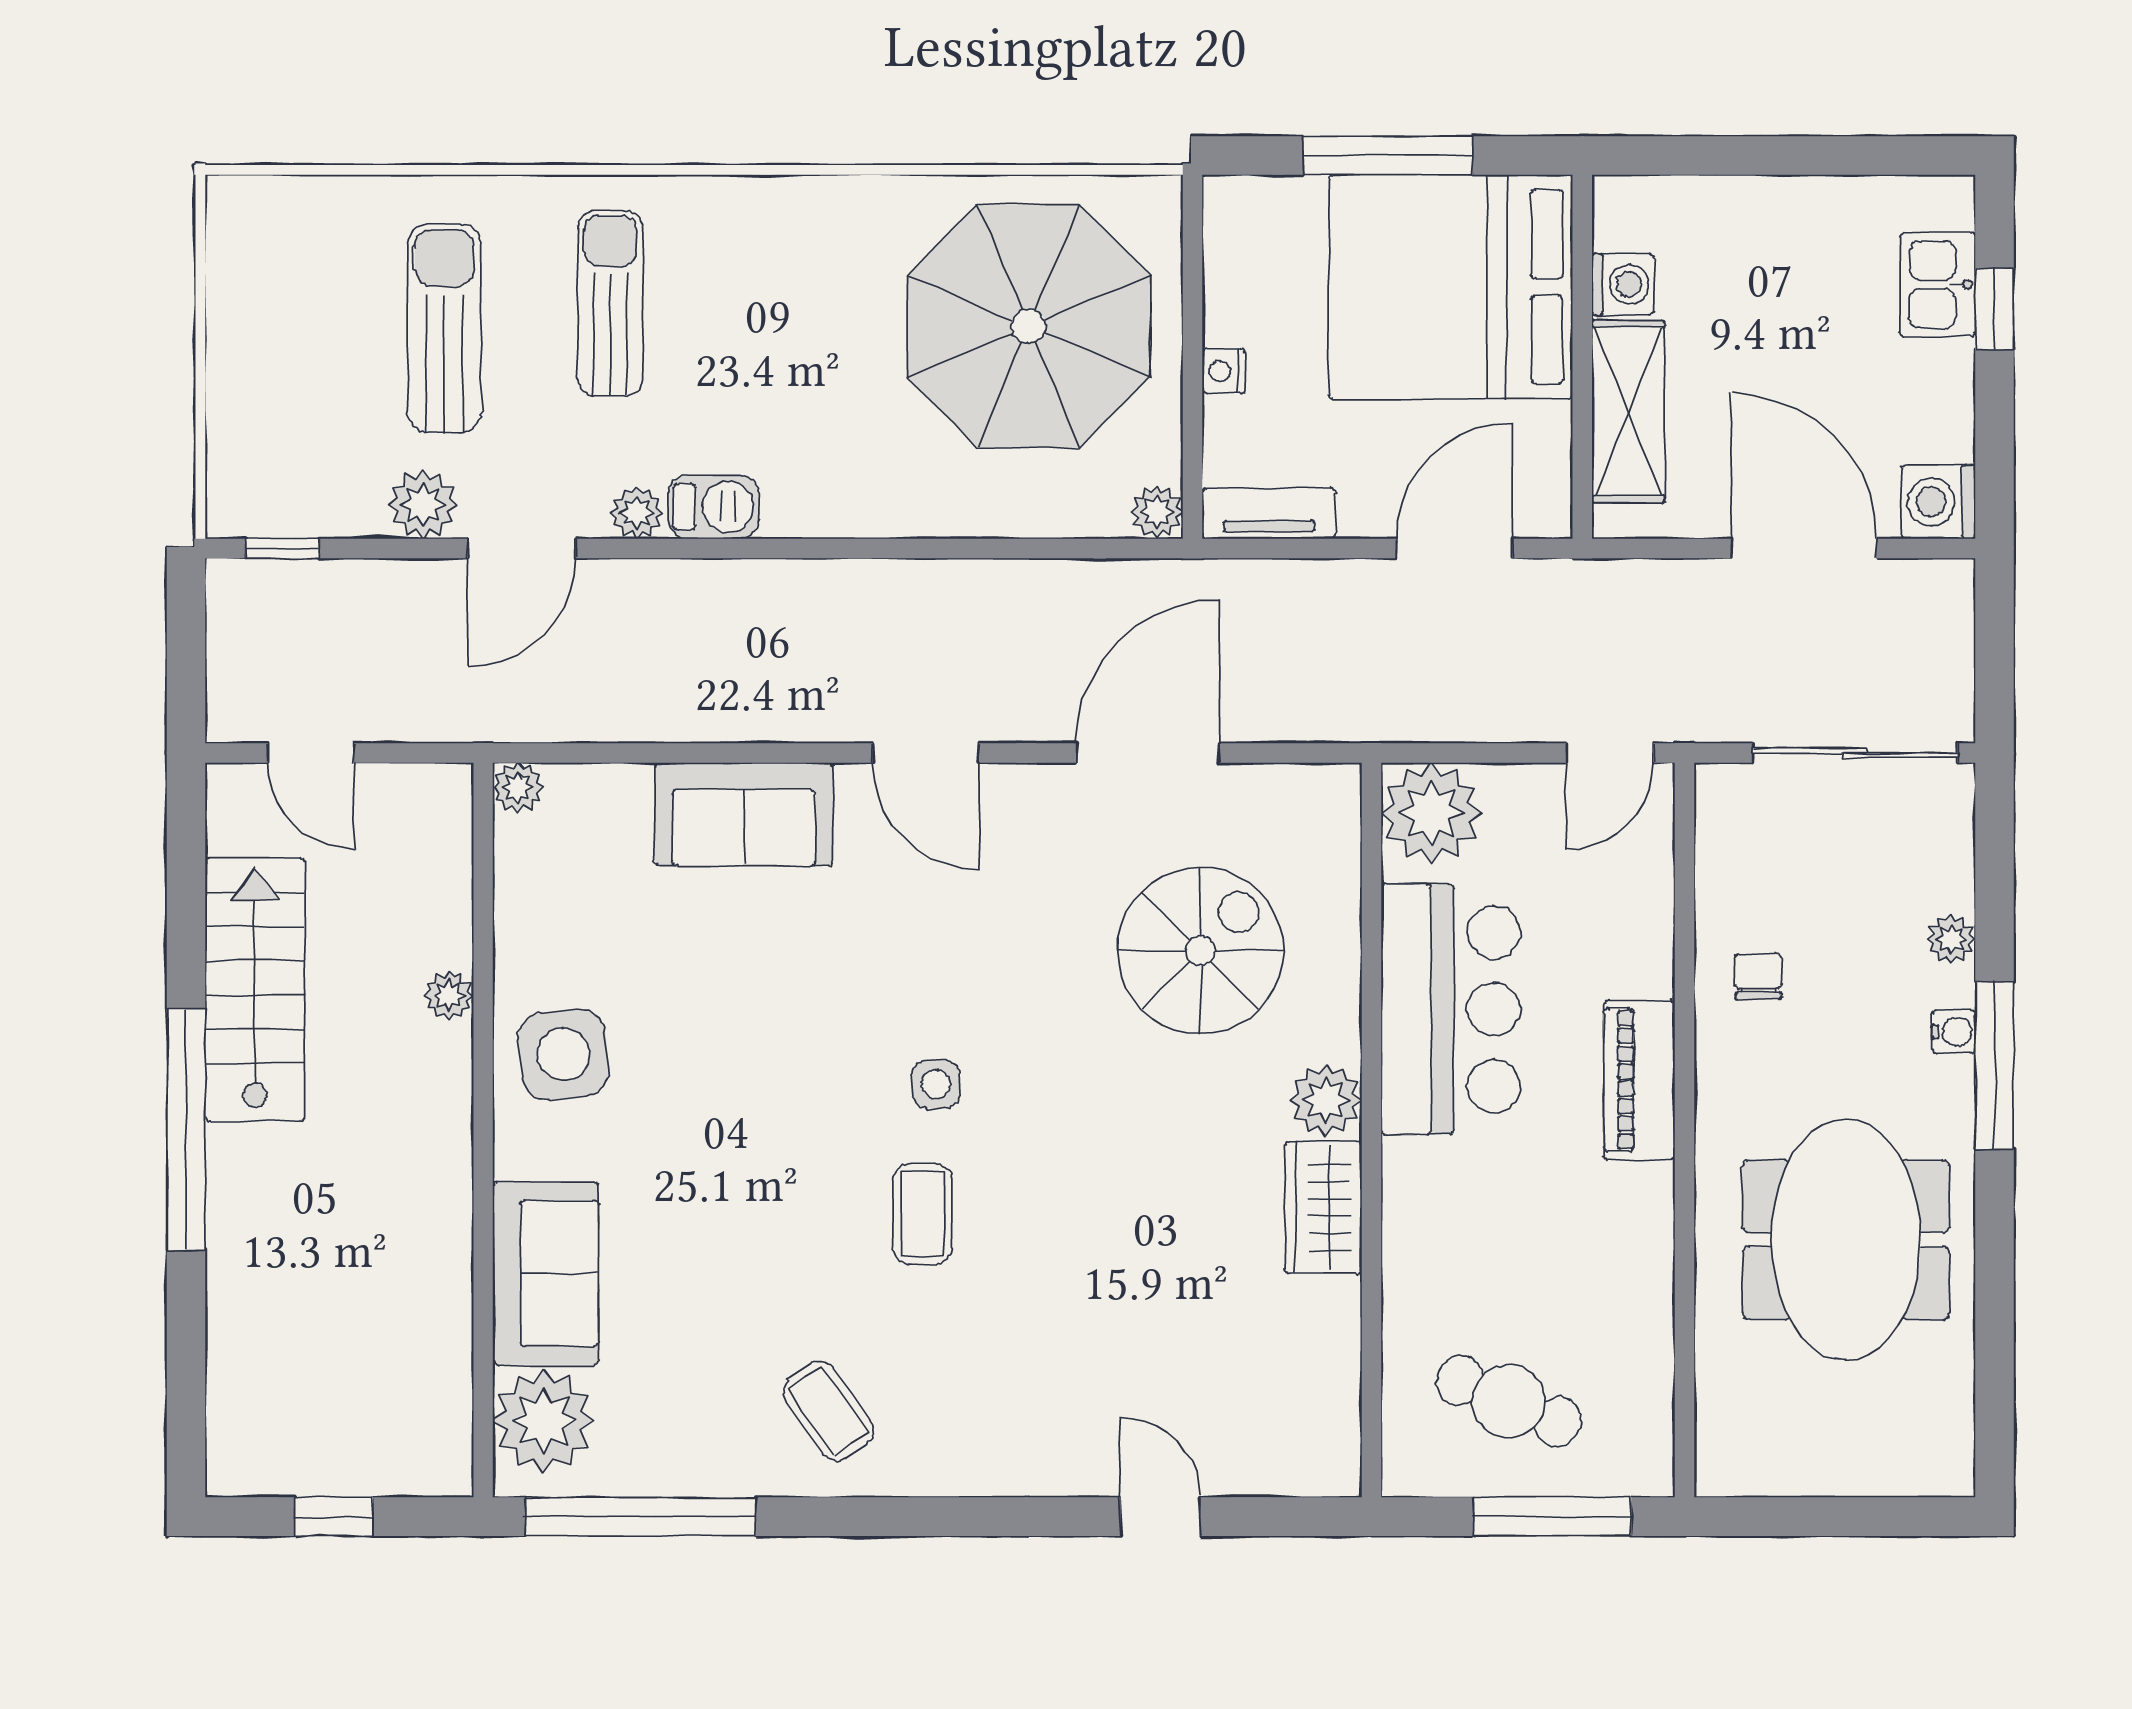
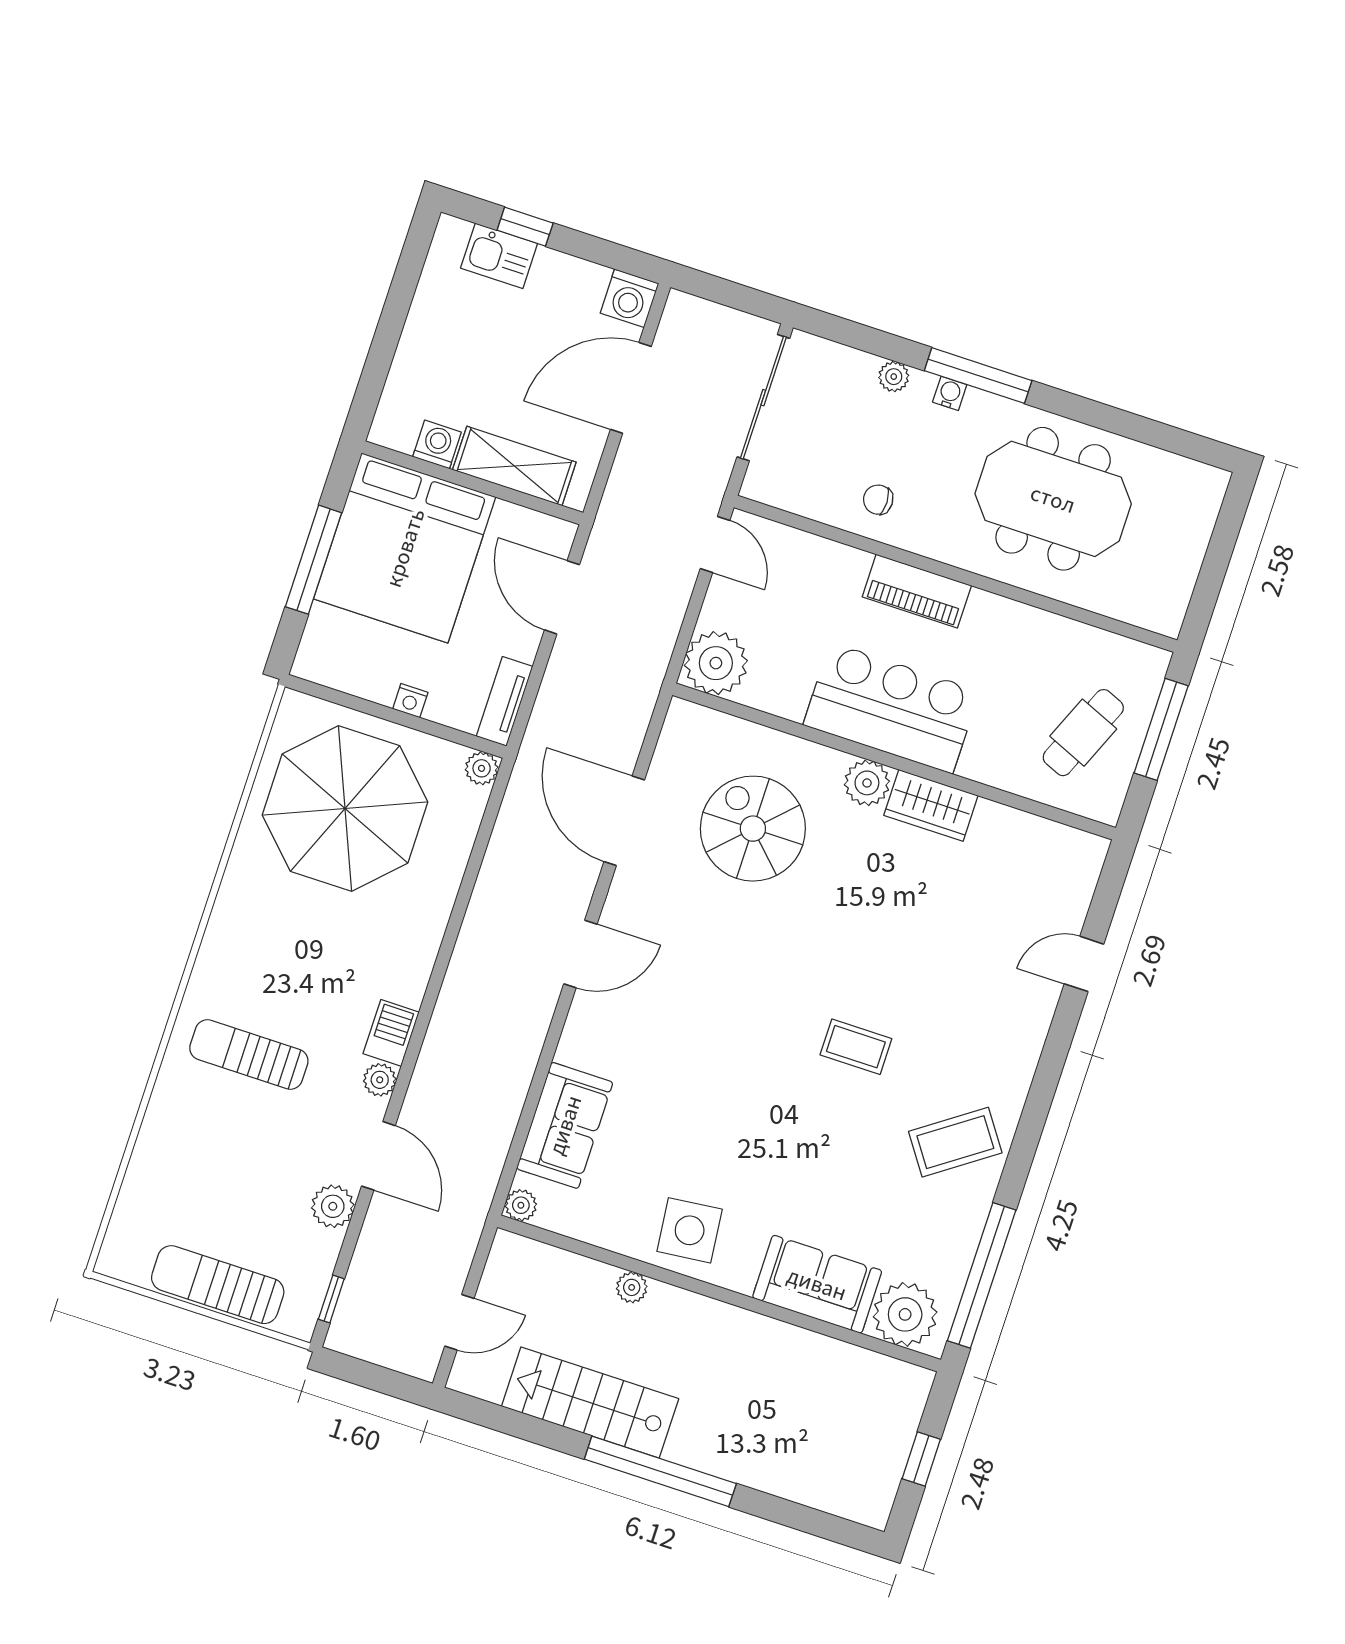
sun lounger: (444, 328) -> (218, 1285), moved
sofa: (744, 814) -> (565, 1125), moved
bar counter: (1451, 1009) -> (891, 708), moved
side table: (936, 1084) -> (781, 1013), removed
coffee table: (828, 1411) -> (955, 1142), width x1.36, depth x1.30

